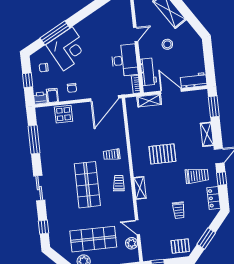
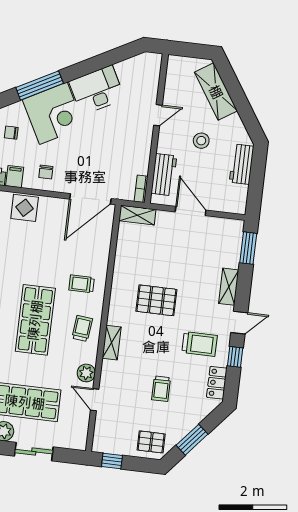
desk: (125, 60) -> (97, 90), moved, turned -118
workbench: (194, 80) -> (242, 164), moved, turned -90
shelving: (149, 101) -> (137, 215), moved
plant: (132, 243) -> (86, 373), moved

